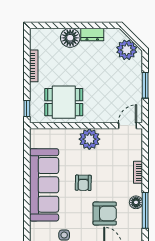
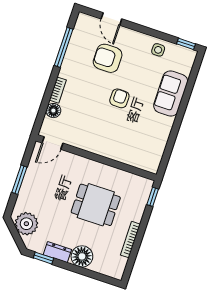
window: (102, 25) -> (44, 258), added
dining table: (64, 102) -> (96, 205), moved
plant: (89, 139) -> (97, 142), removed
sofa: (44, 185) -> (171, 94), width x0.54, depth x0.79
floor lamp: (136, 202) -> (53, 111), moved

